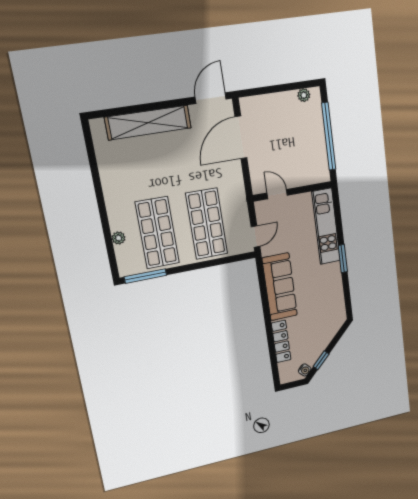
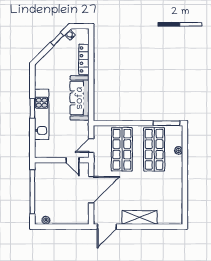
shelving: (148, 123) -> (139, 217), width x0.68
door: (241, 137) -> (91, 190), moved
kitchen unit: (326, 226) -> (42, 114), moved
door: (255, 236) -> (91, 145), moved

